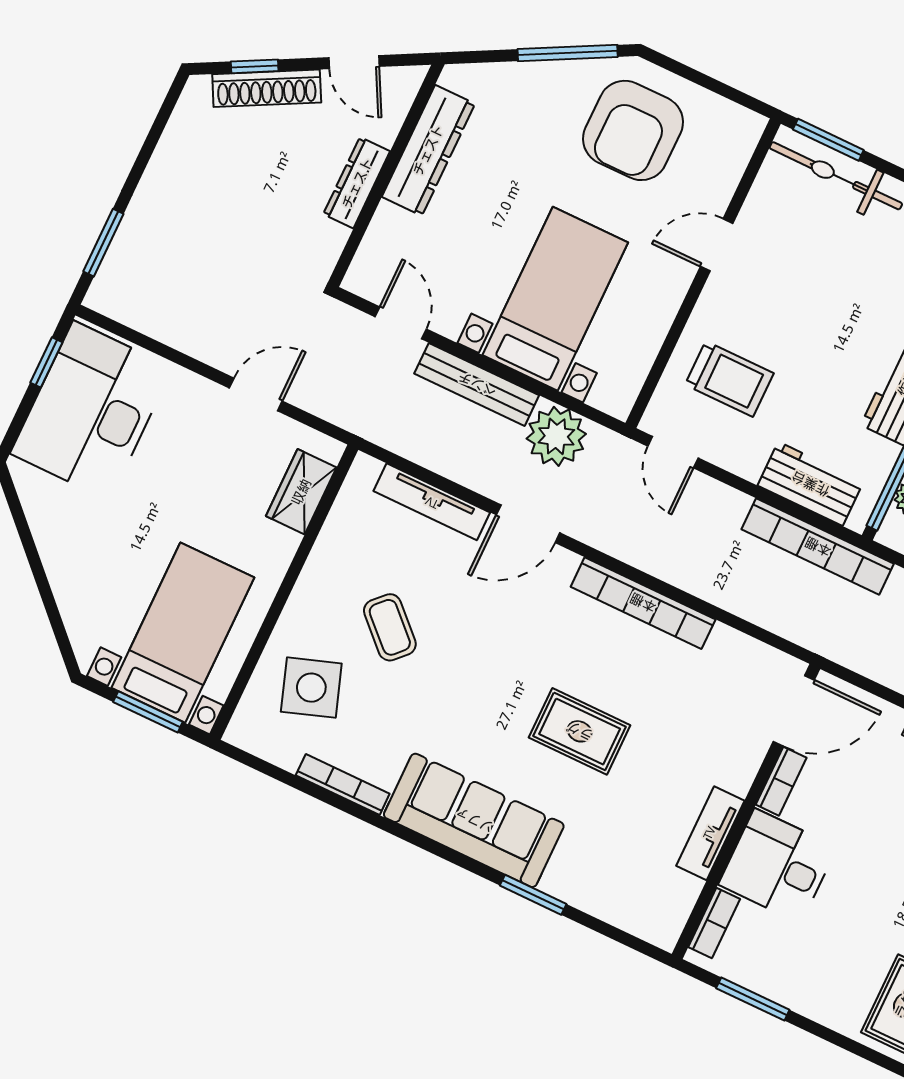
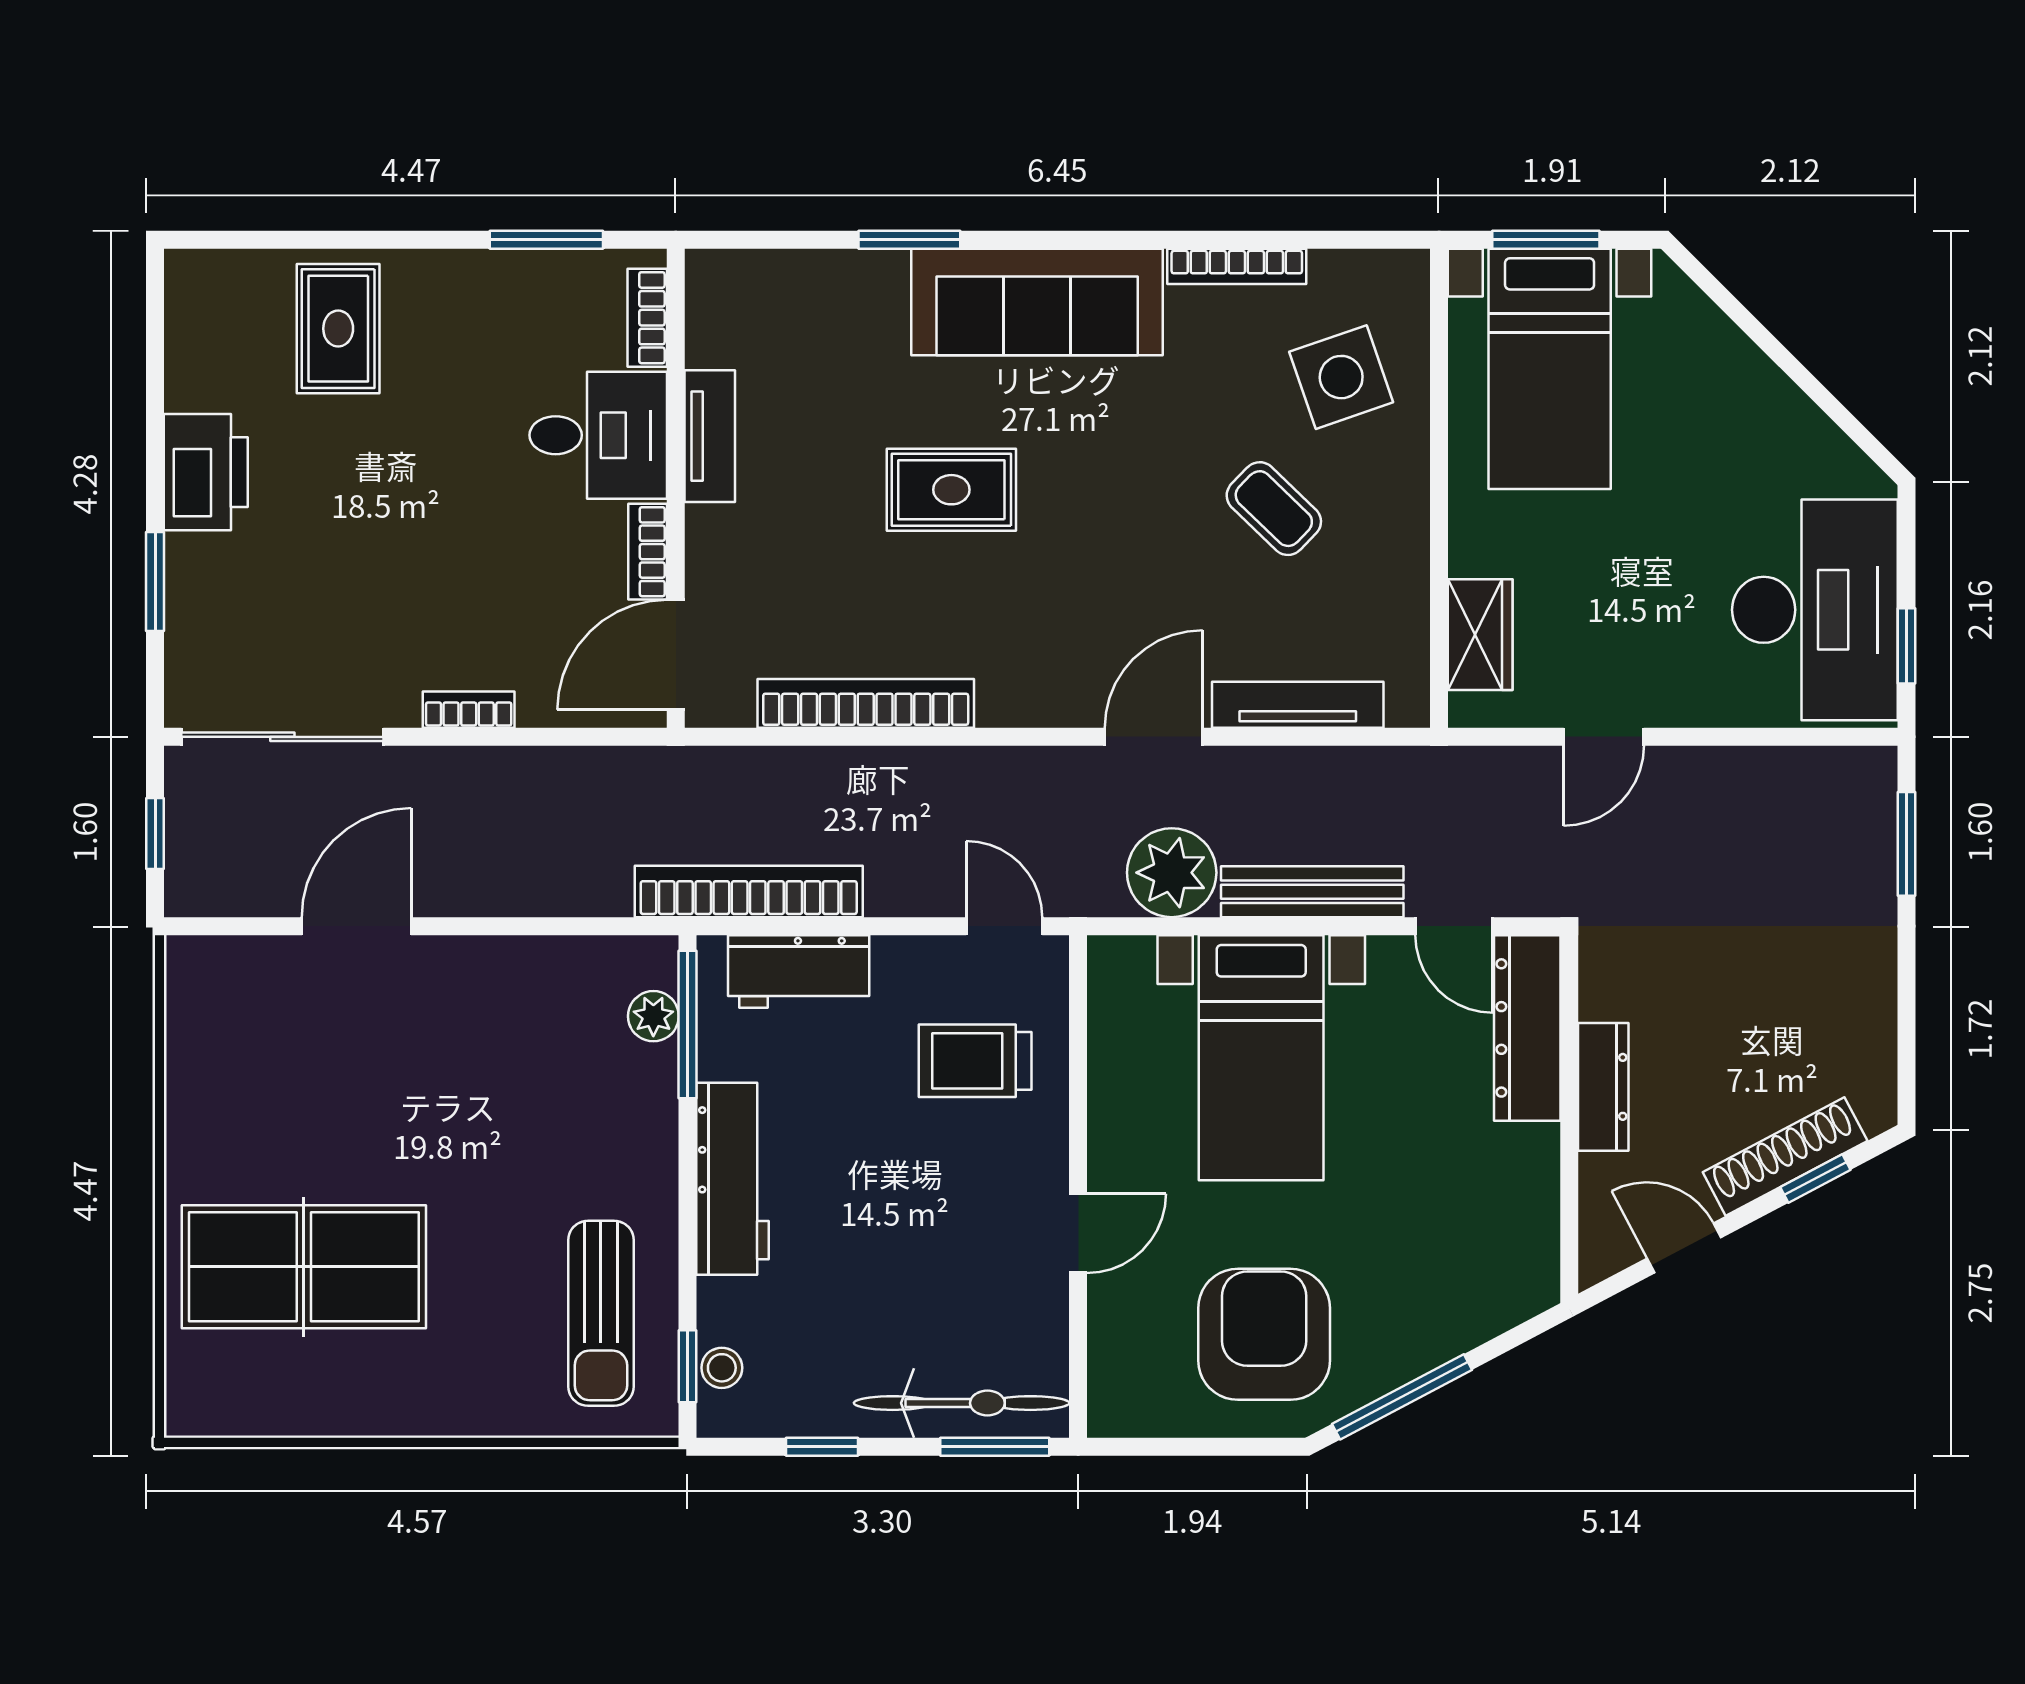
dresser: (428, 150) -> (1527, 1028), moved
bookcase: (643, 603) -> (866, 703), moved

